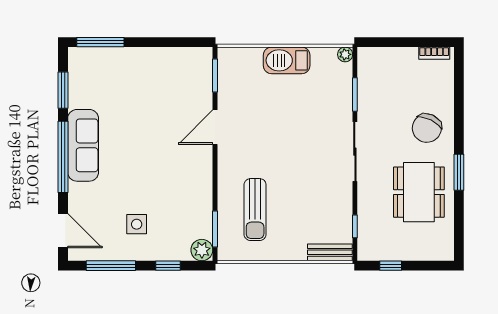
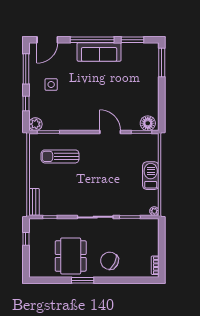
floor lamp: (200, 65) -> (148, 123), added
dining table: (419, 192) -> (71, 256), turned 90

